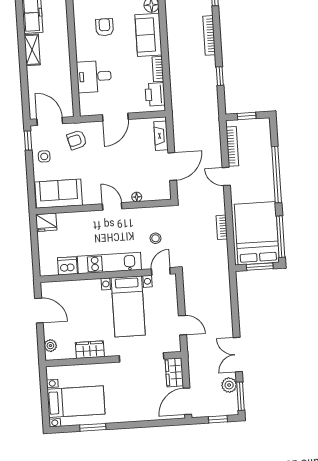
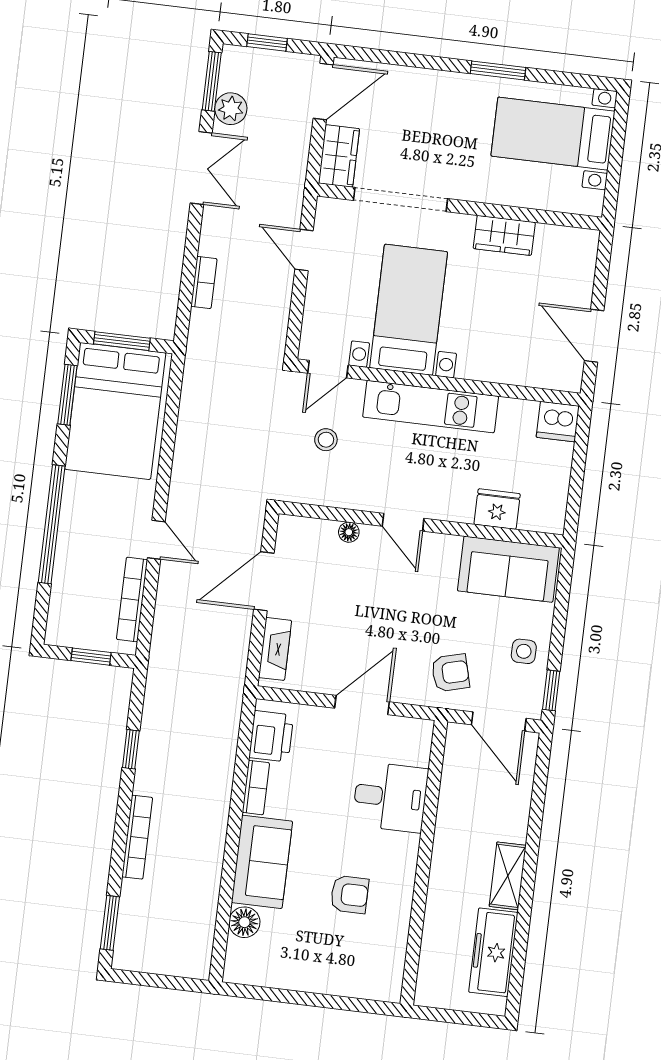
armchair: (105, 27) -> (350, 895), turned -90
fridge: (46, 222) -> (497, 509), moved
bookcase: (222, 227) -> (204, 282), moved
window: (281, 237) -> (67, 395), width x0.69
dishwasher: (67, 266) -> (558, 422), moved
plant: (50, 346) -> (584, 259), removed
window: (93, 427) -> (498, 70), moved

